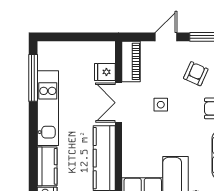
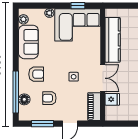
armchair: (196, 74) -> (49, 98), turned 66

